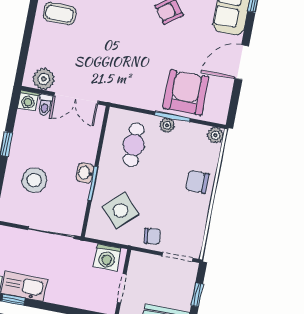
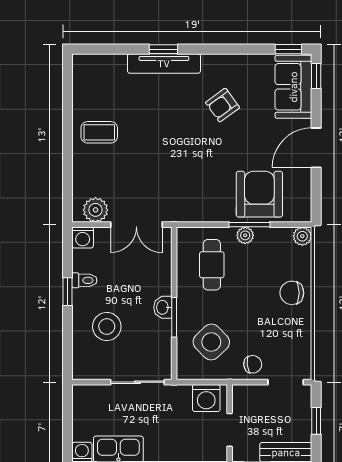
toilet: (45, 105) -> (84, 280), moved, turned -90

